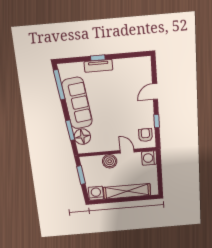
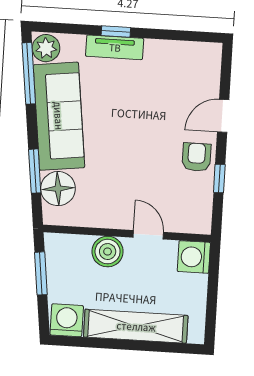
plant: (65, 71) -> (46, 48), added
armchair: (145, 135) -> (196, 157), moved

